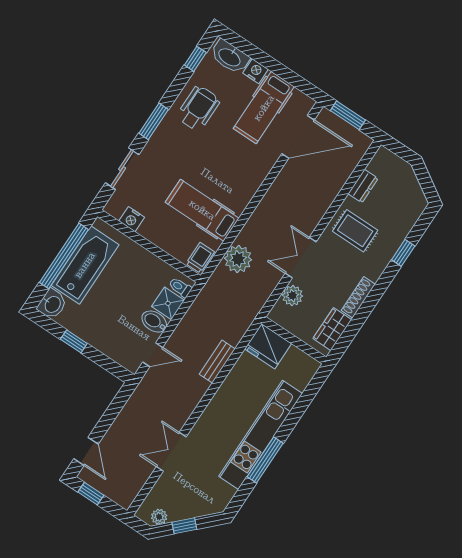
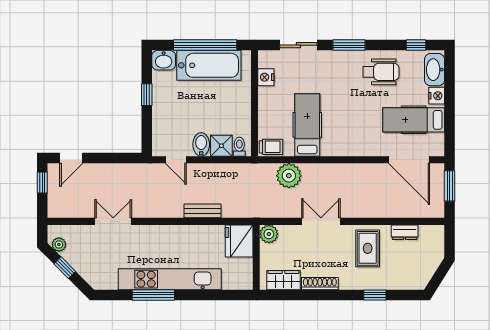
plant: (292, 296) -> (269, 234), moved

